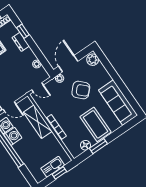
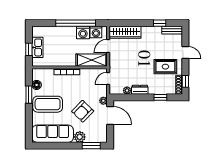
dresser: (21, 42) -> (140, 90), moved
plant: (93, 60) -> (80, 137), moved
window: (105, 62) -> (91, 146), added
shelving: (38, 122) -> (92, 60), moved

